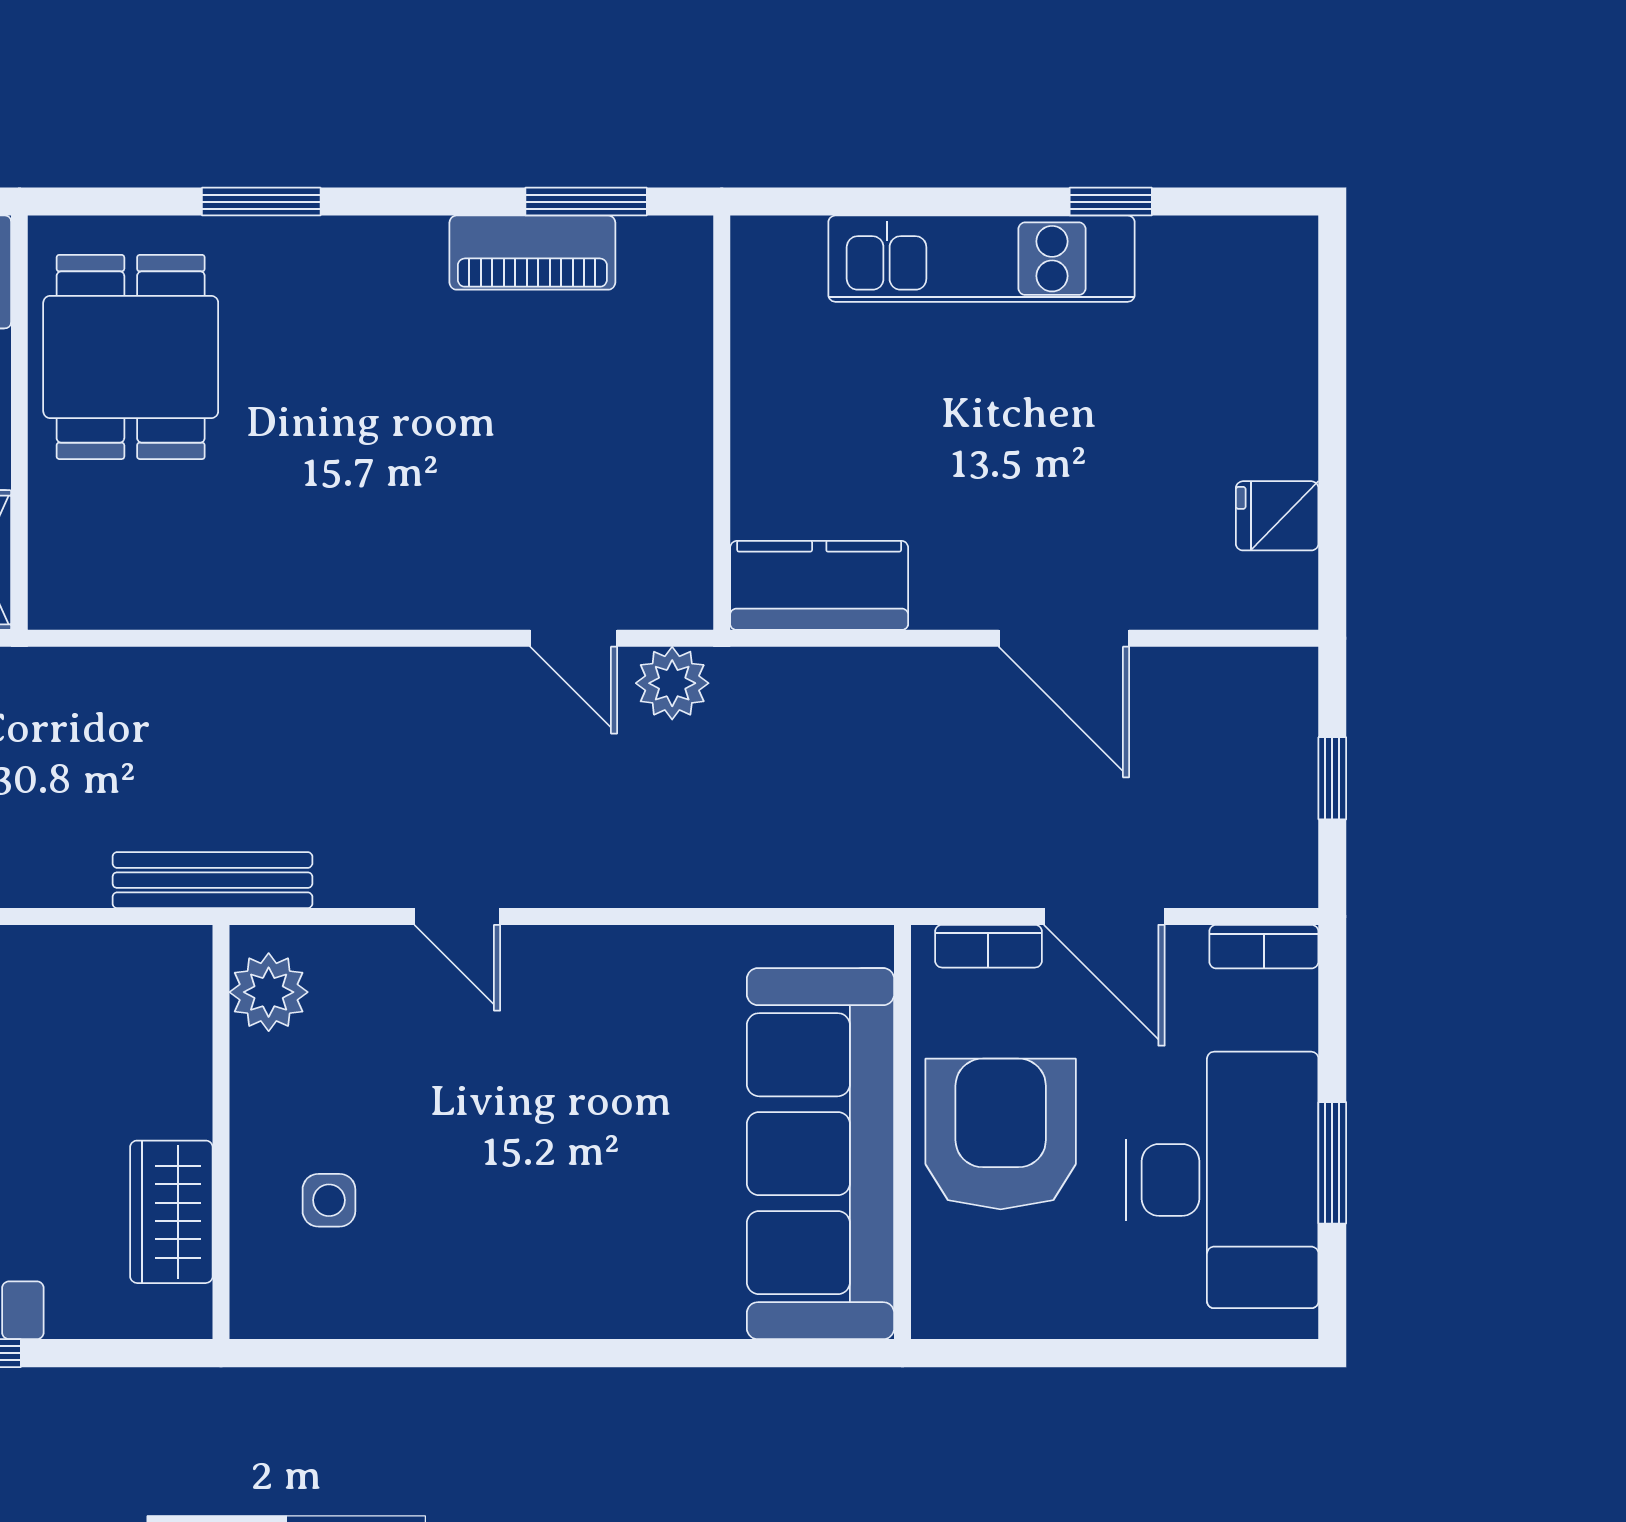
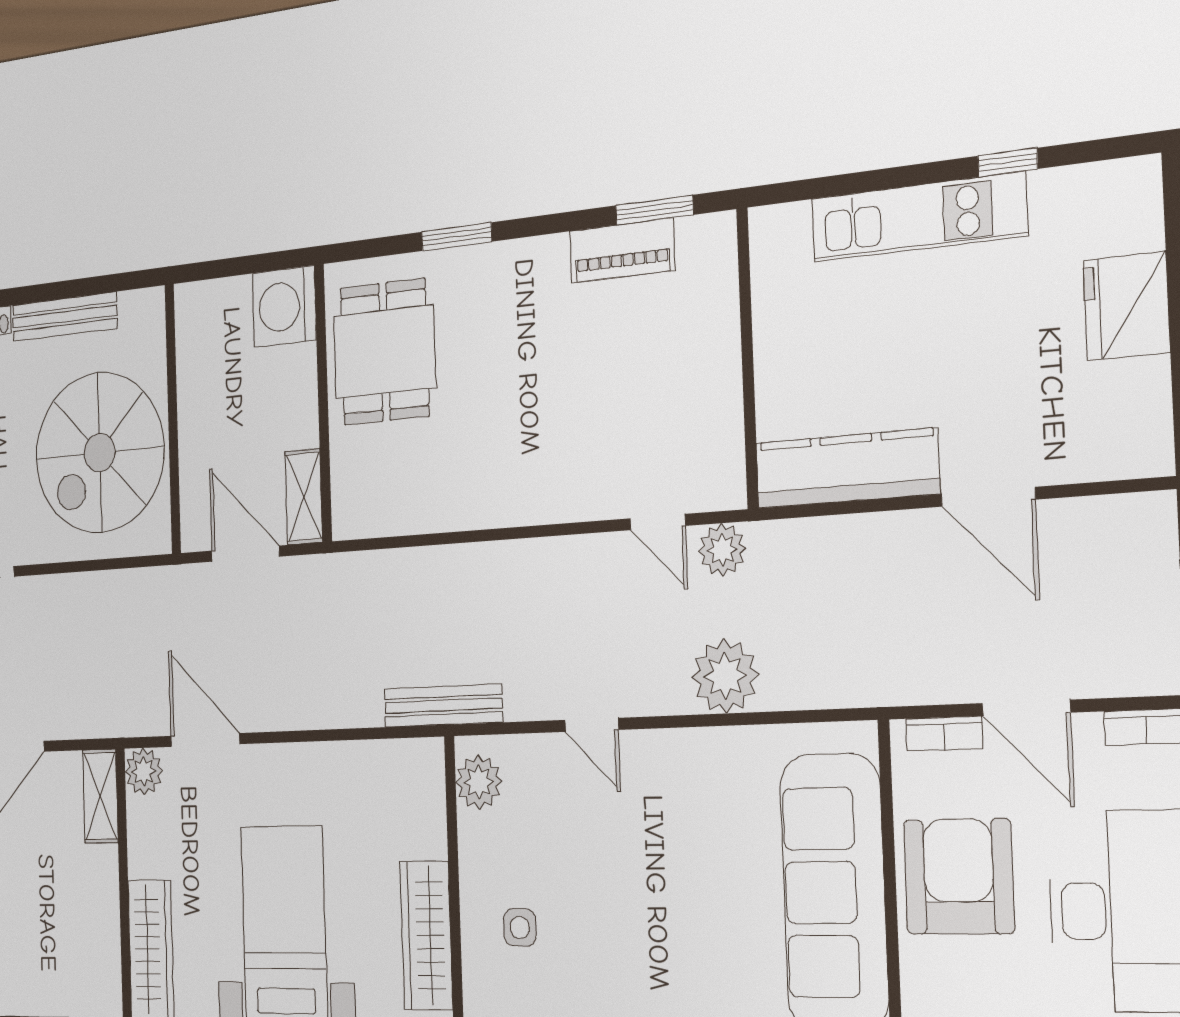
fridge: (1277, 516) -> (1126, 306), moved, width x1.88, depth x1.34
kitchen counter: (819, 585) -> (847, 468), width x1.50
plant: (670, 857) -> (725, 676), added
wardrobe: (171, 1212) -> (426, 936), width x1.50

